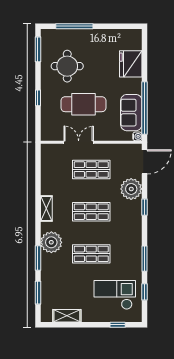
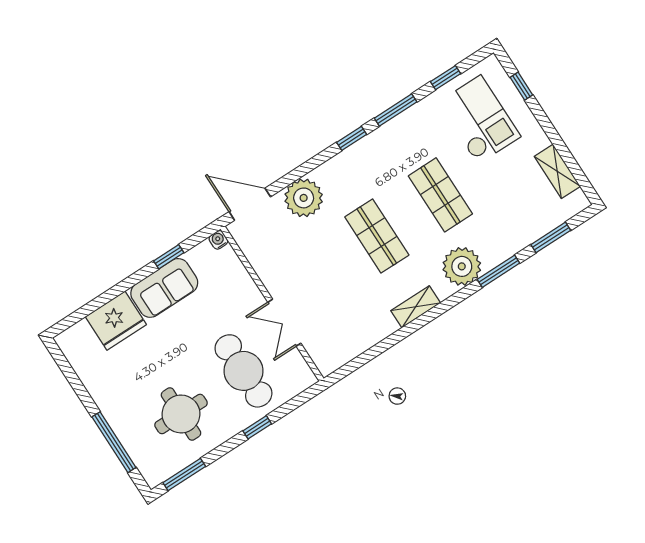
cafe table: (83, 104) -> (243, 371), moved
window: (145, 108) -> (169, 257), width x0.32
sofa: (131, 113) -> (164, 288), moved
shop shelf: (91, 170) -> (313, 277), removed
window: (145, 207) -> (352, 138), moved
checkout: (115, 295) -> (479, 120), turned 180

